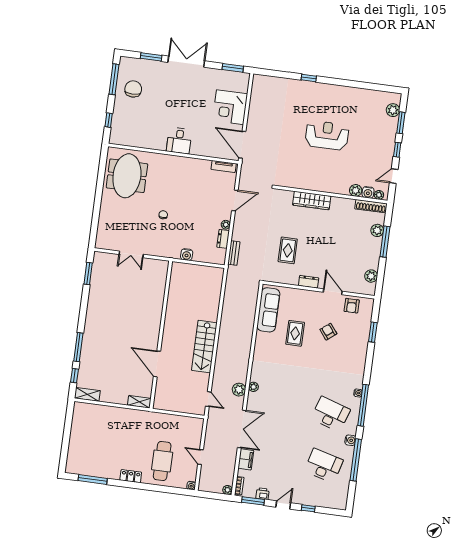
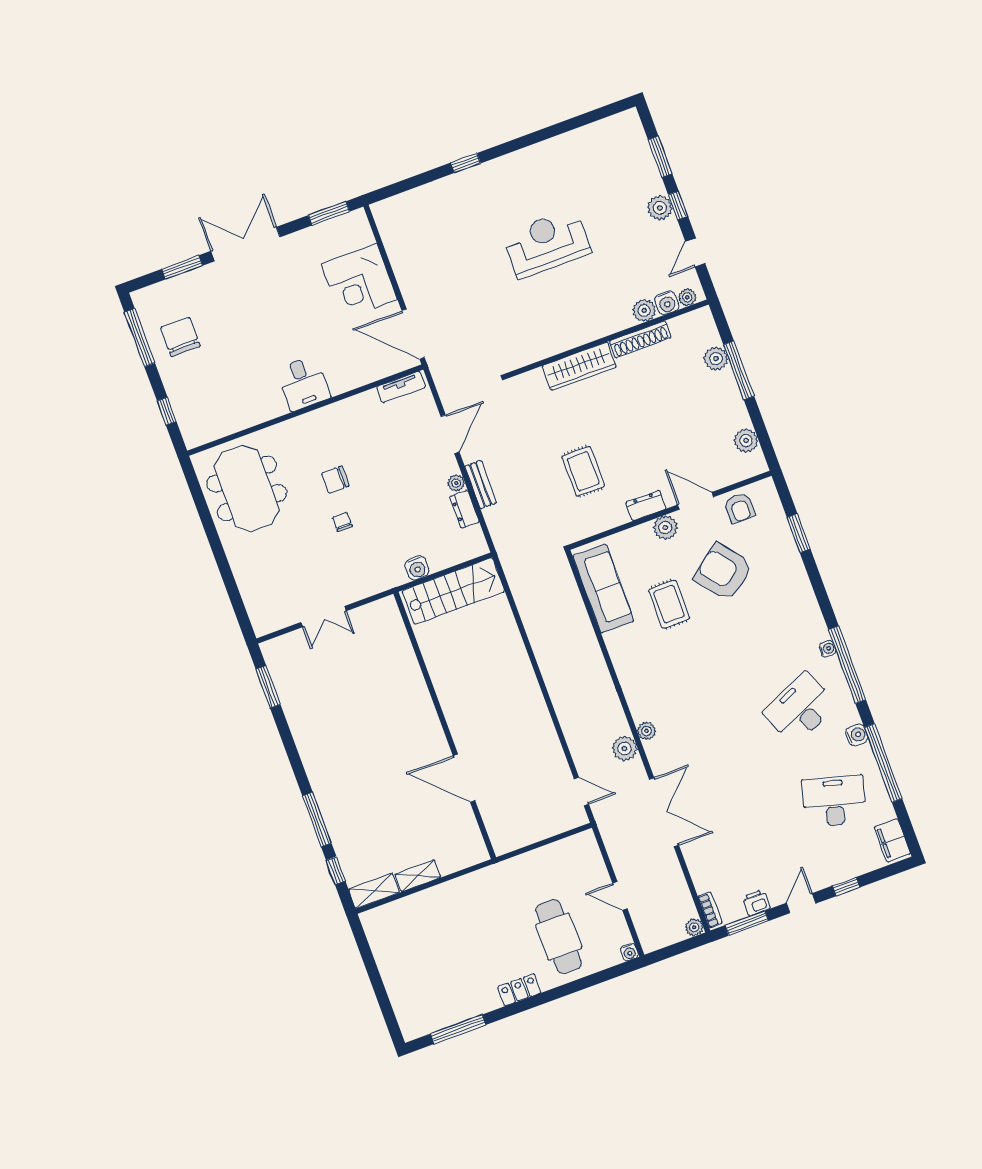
plant: (393, 110) -> (660, 208), moved
chair: (170, 193) -> (335, 480), added
shoe rack: (371, 206) -> (640, 339), moved
bench: (234, 253) -> (481, 485), moved
plant: (312, 297) -> (665, 528), added
armchair: (328, 332) -> (723, 572), width x1.88, depth x1.88
stairs: (204, 347) -> (453, 591), moved, turned -90
shelving: (139, 402) -> (418, 876), moved
desk: (331, 414) -> (800, 708), turned -42
filing cabinet: (246, 459) -> (892, 840), moved, turned 180

